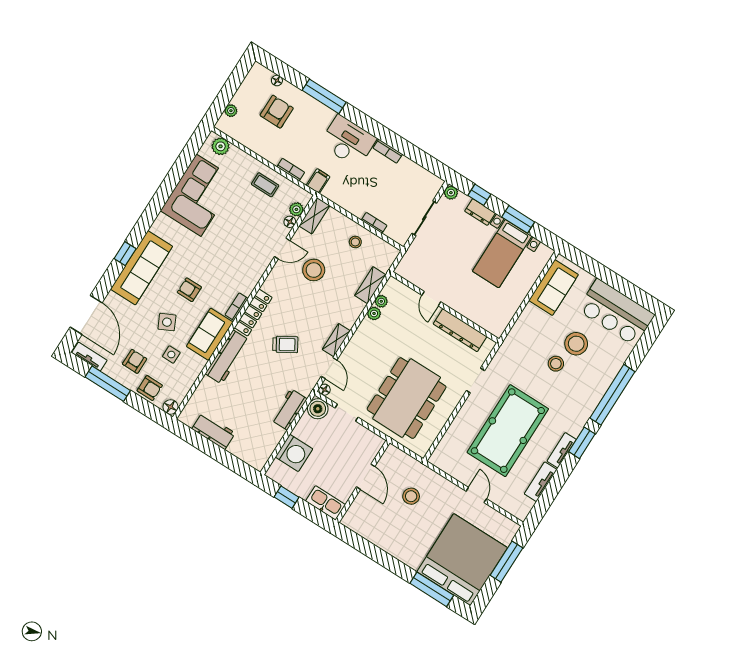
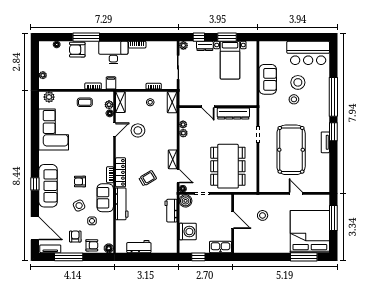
armchair: (277, 112) -> (77, 50), moved, turned -90
shelving: (370, 285) -> (172, 102), moved
sofa: (554, 288) -> (268, 79), moved
tv unit: (541, 482) -> (325, 165), removed

